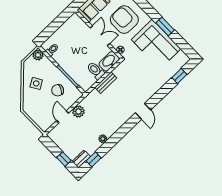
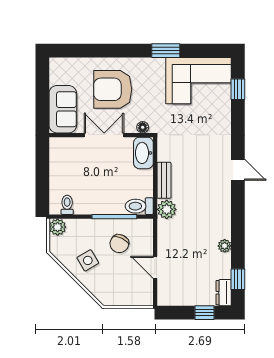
corner sofa: (156, 44) -> (199, 81), moved
toilet: (96, 71) -> (139, 206), moved
plant: (78, 112) -> (167, 209), moved

